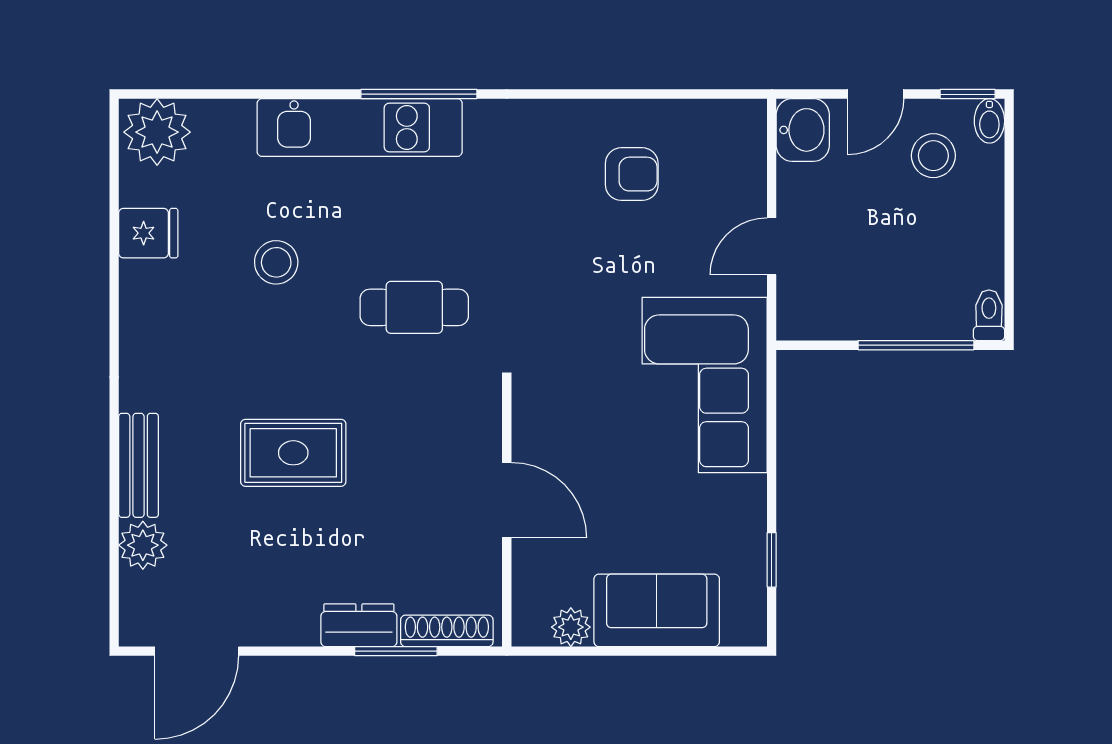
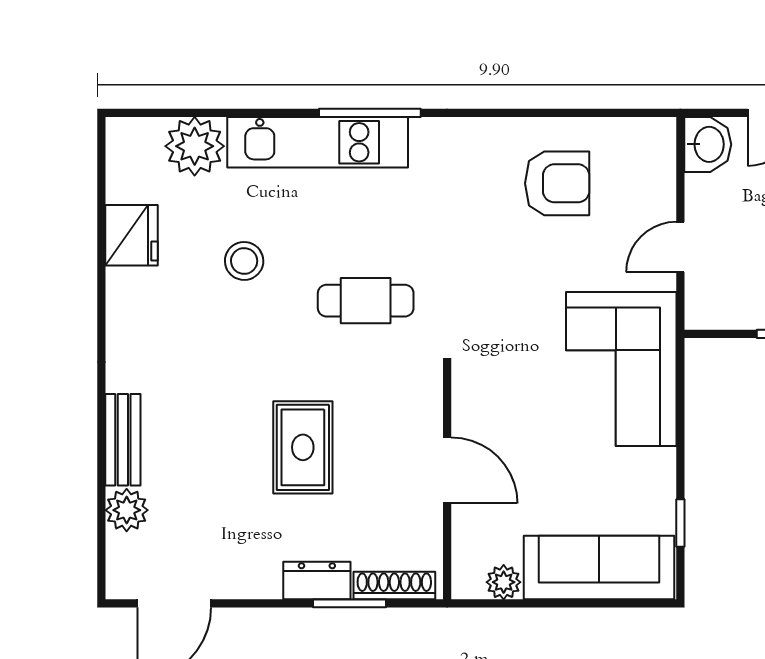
plant: (157, 132) -> (195, 146), moved
armchair: (632, 174) -> (557, 183), width x1.38, depth x1.38
fridge: (148, 233) -> (131, 235), width x1.38
rug: (293, 453) -> (303, 447), moved, turned 90
sofa: (657, 610) -> (599, 567), width x1.36

